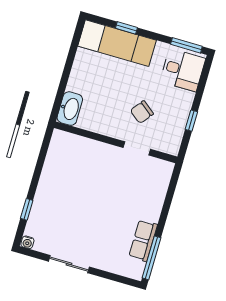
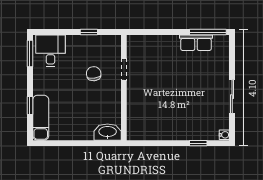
exam couch: (117, 43) -> (41, 118), width x0.73, depth x0.69
chair: (142, 112) -> (94, 74), turned -135

